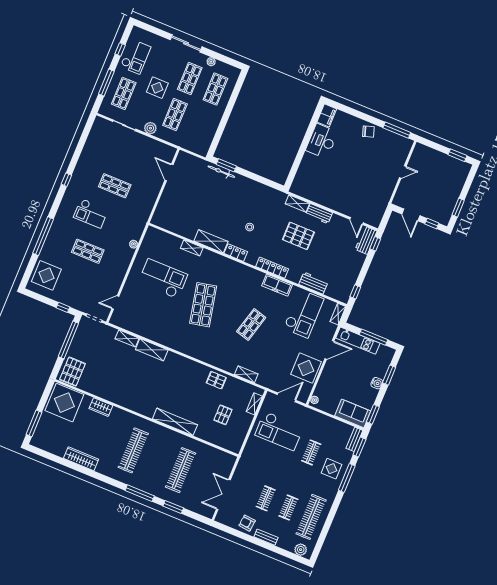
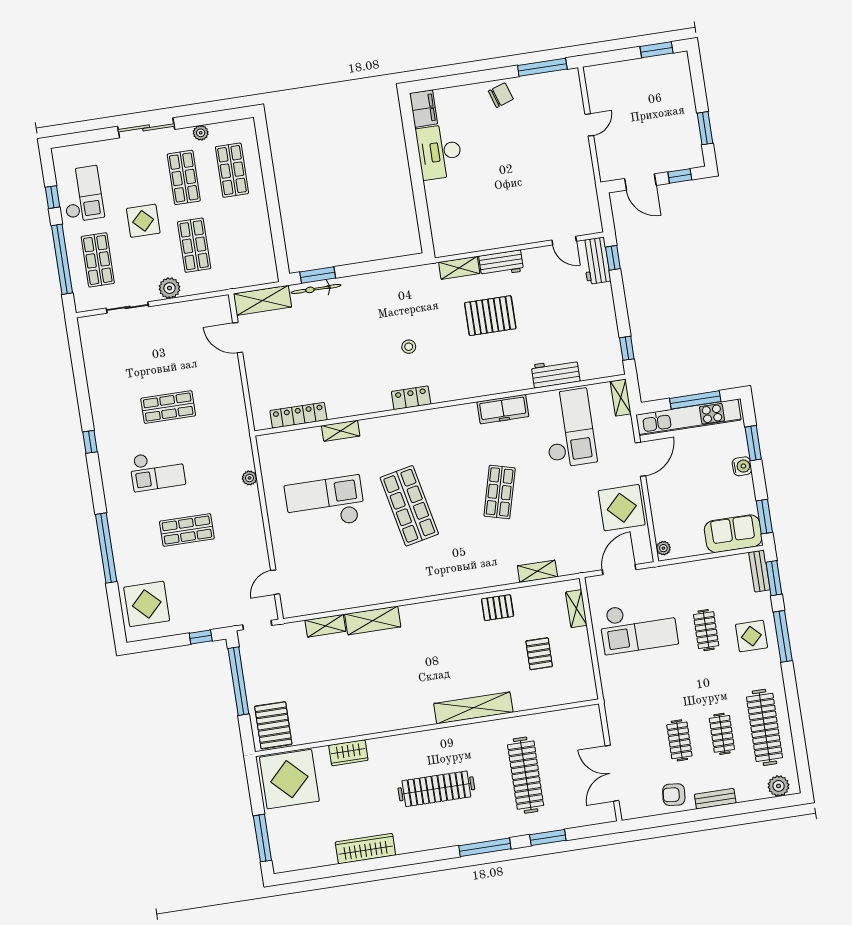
window: (106, 83) -> (62, 259), width x1.46
shelving: (211, 241) -> (262, 300), moved
locker: (272, 268) -> (298, 415), moved
kitchen unit: (358, 341) -> (688, 417), width x1.36
clothes rail: (133, 450) -> (436, 789), turned 90

